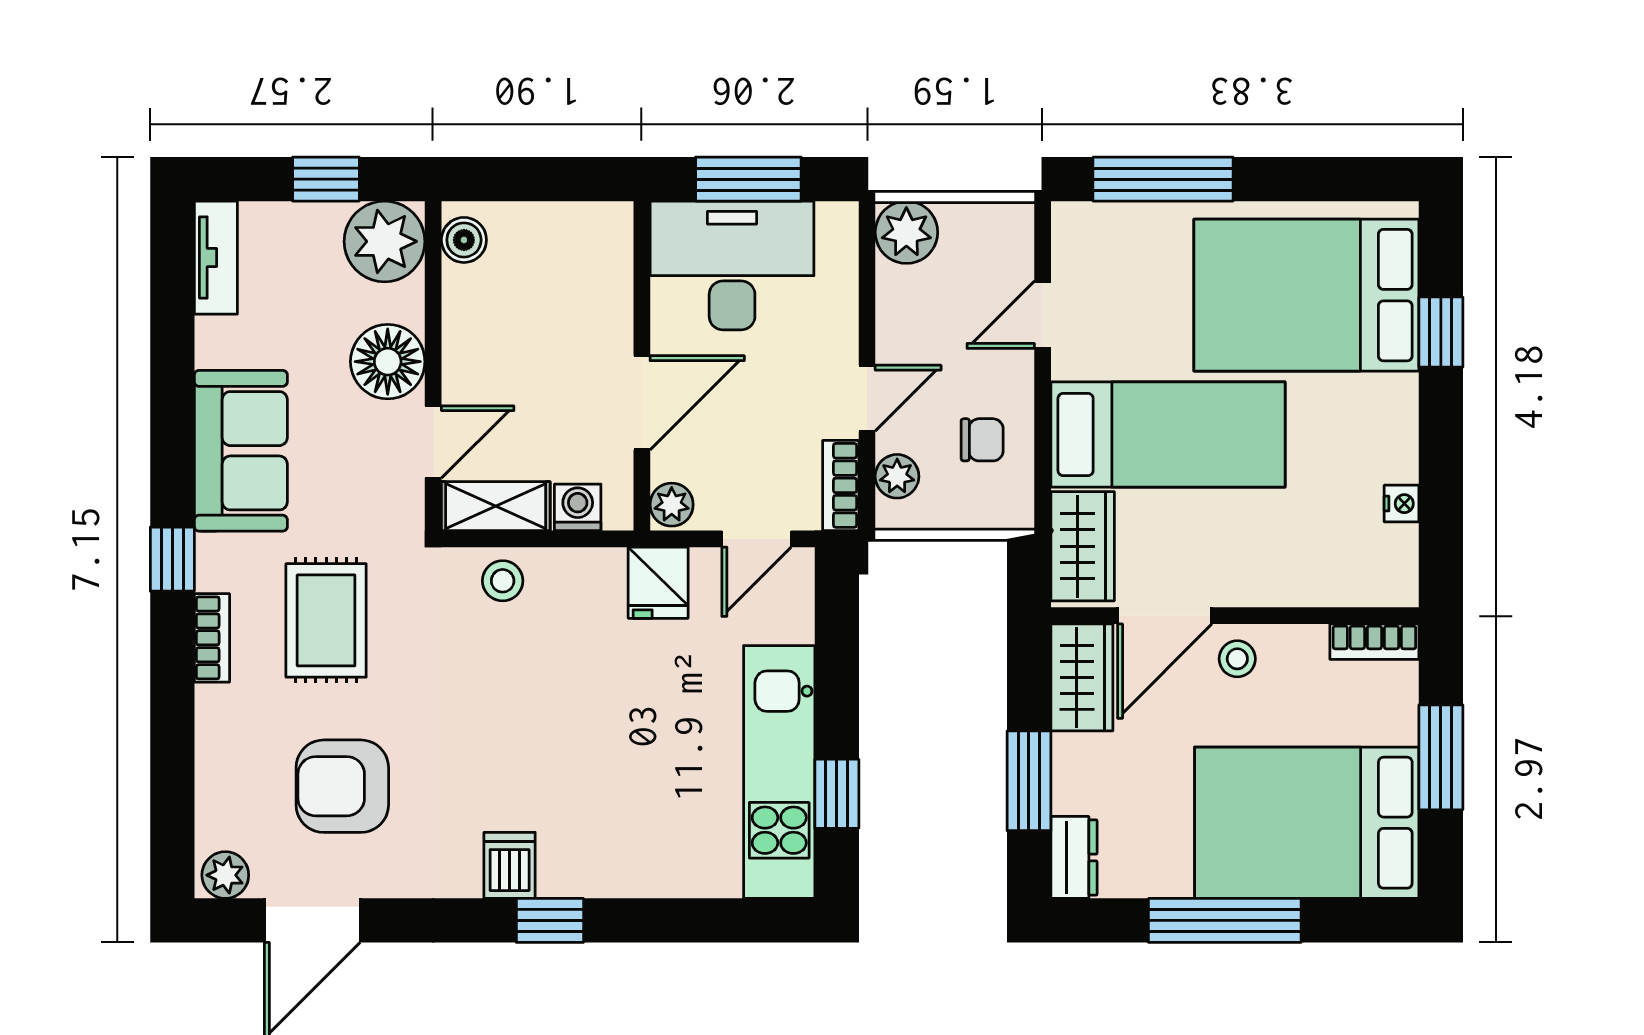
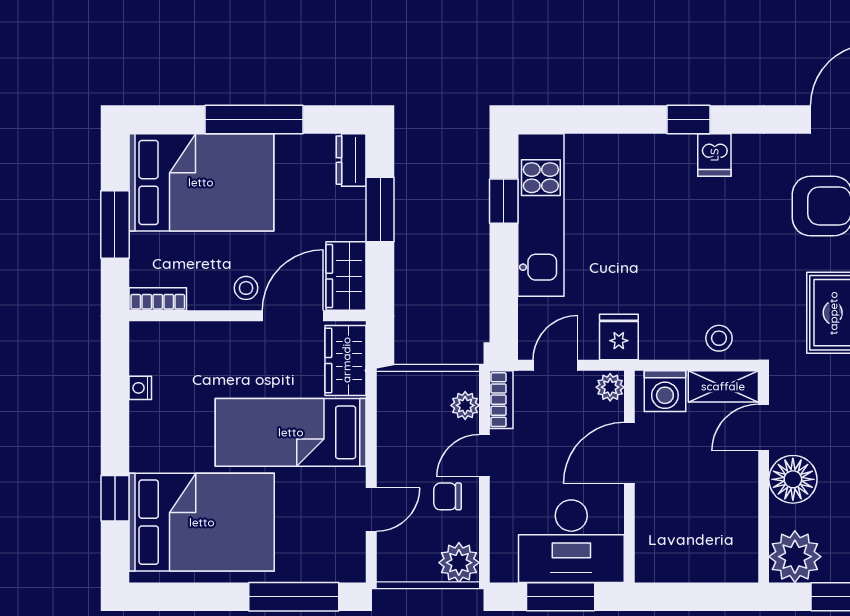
boiler: (464, 240) -> (744, 558), removed
chair: (982, 440) -> (448, 496), moved
washing machine: (578, 507) -> (665, 391), width x1.38, depth x1.38

